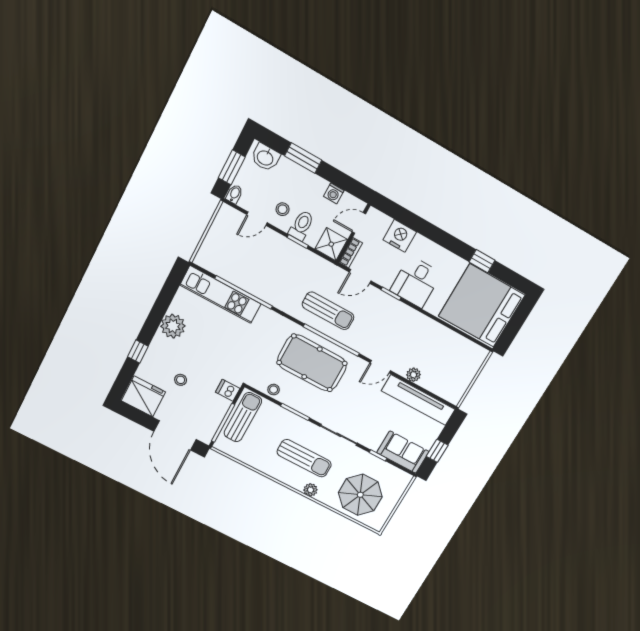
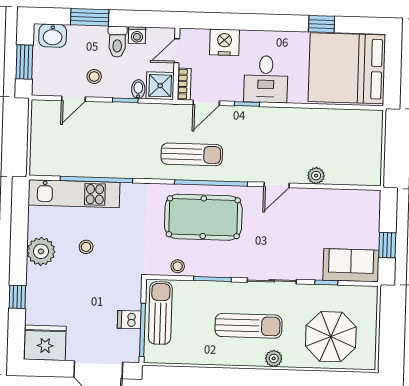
bidet: (234, 194) -> (138, 89), moved
toilet: (301, 225) -> (117, 42), moved, turned 180
stool: (181, 380) -> (86, 247), moved
dishwasher: (228, 390) -> (129, 320), moved
tv unit: (418, 400) -> (336, 200), removed

